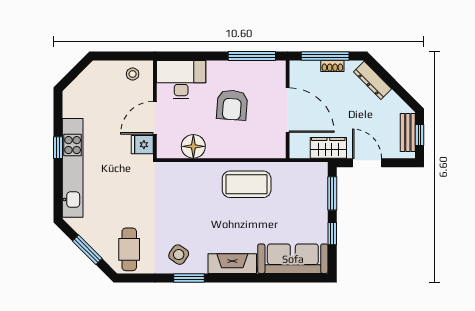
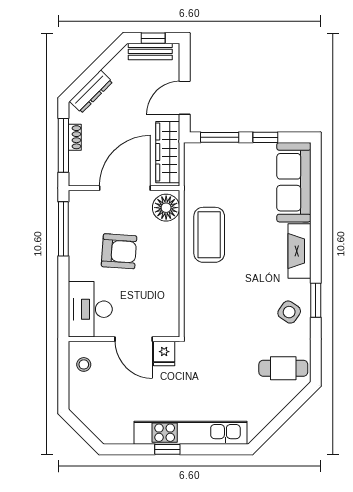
floor lamp: (193, 146) -> (166, 208), moved
wardrobe: (328, 148) -> (168, 152), width x1.50
window: (87, 250) -> (284, 416), removed

